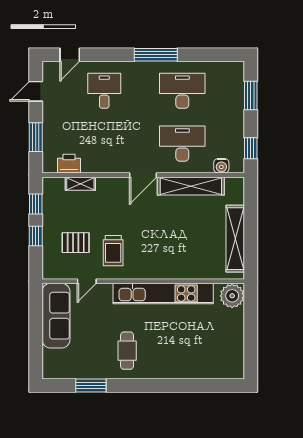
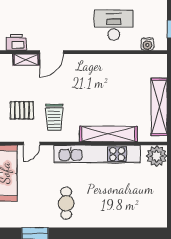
door: (143, 175) -> (51, 52), moved
shelving: (191, 186) -> (108, 134), moved

